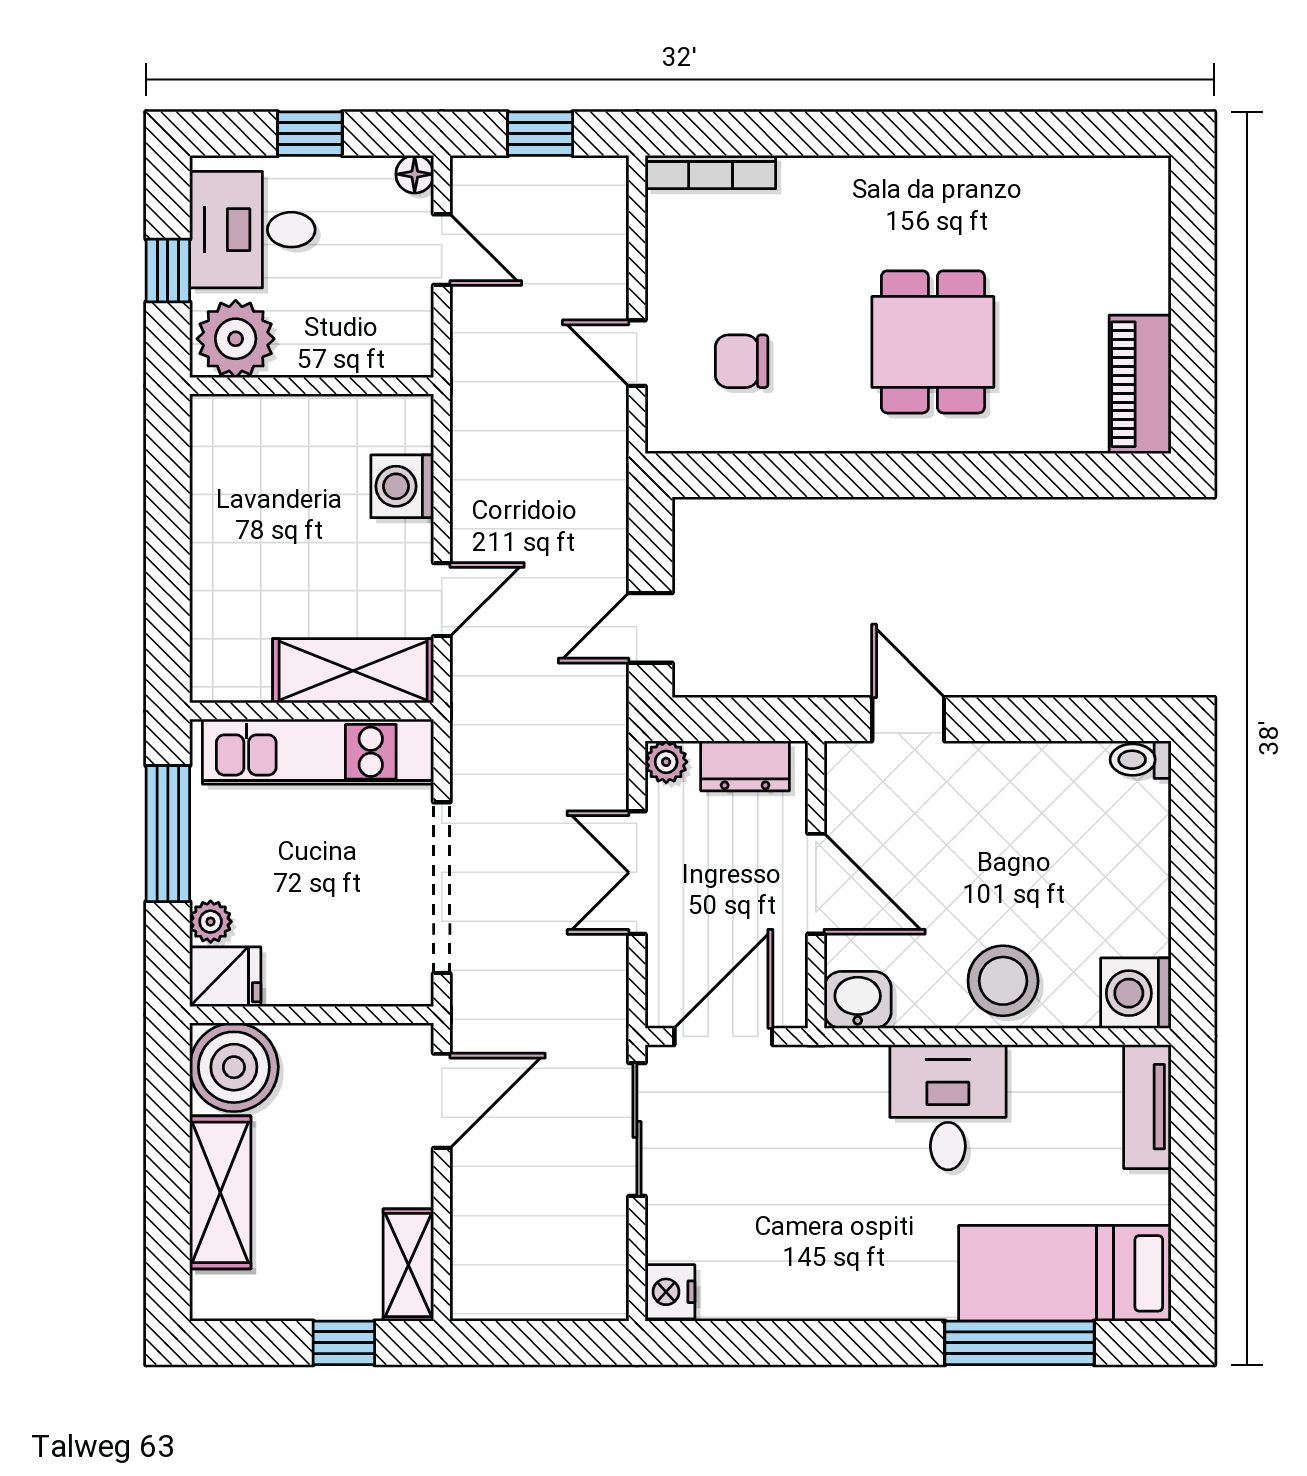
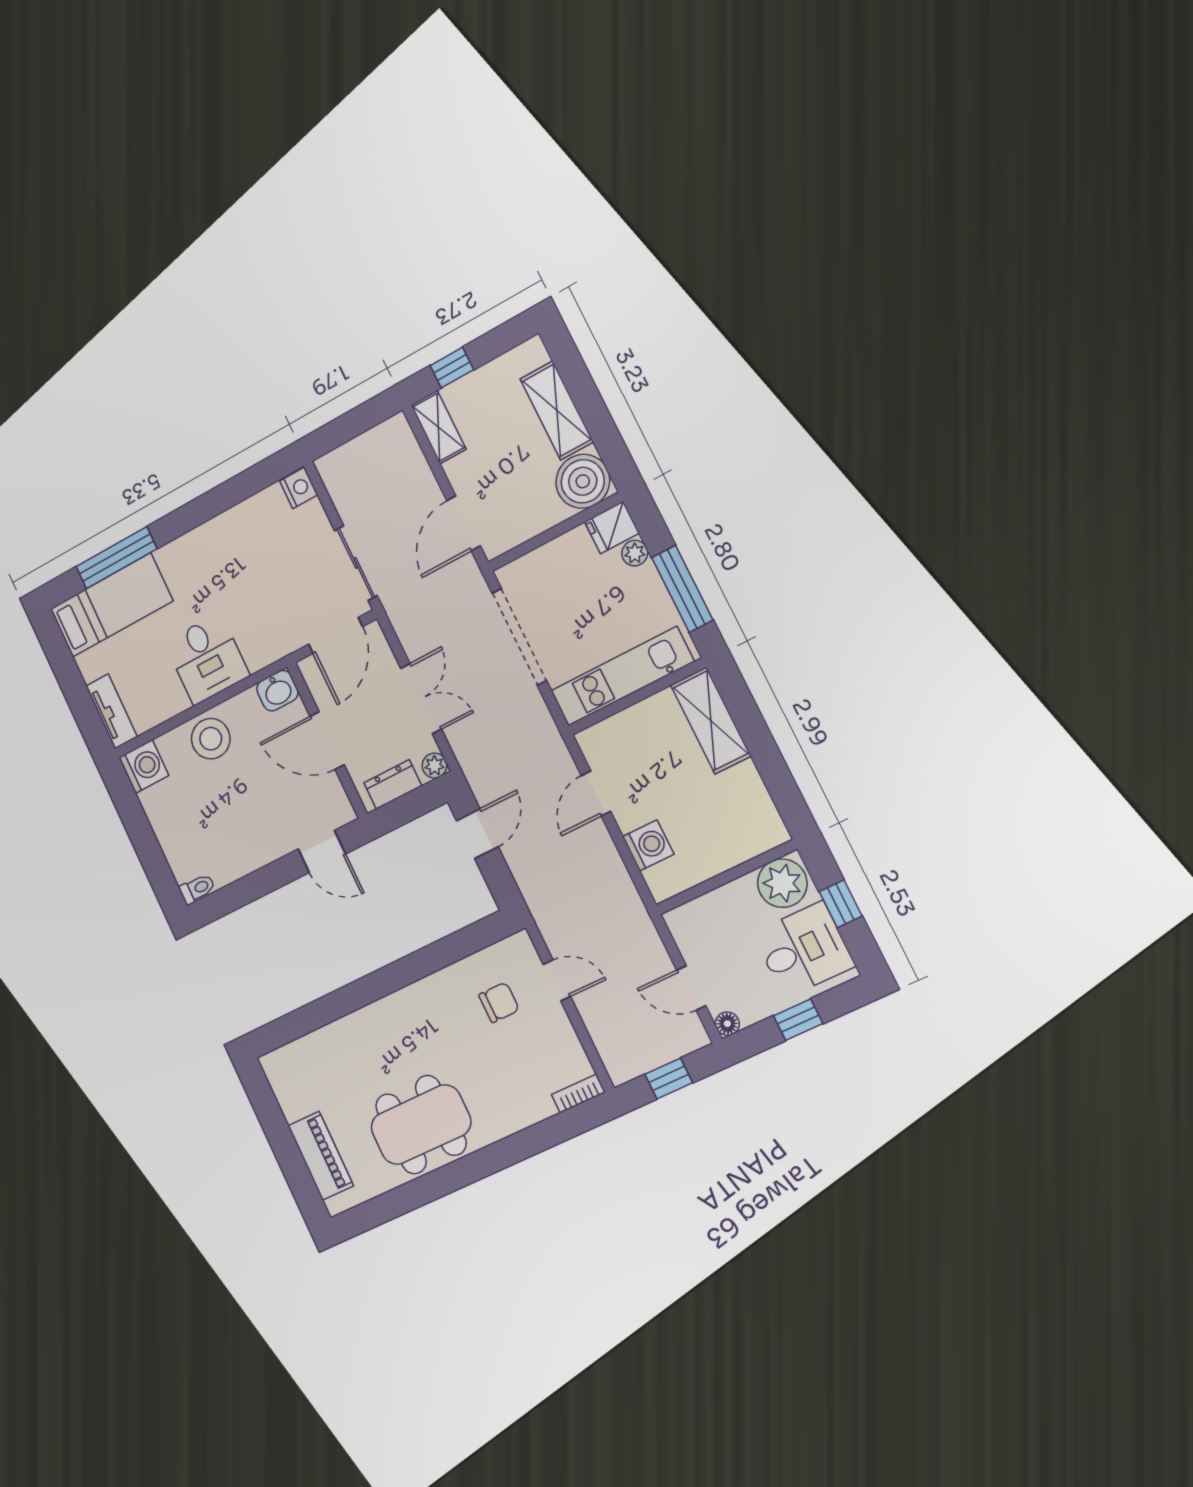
bookcase: (710, 172) -> (578, 1094), width x0.64
dining table: (933, 342) -> (421, 1125), moved, width x1.38
piano: (1140, 384) -> (321, 1156), moved
shelving: (353, 671) -> (711, 720), moved, turned 90

